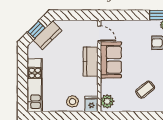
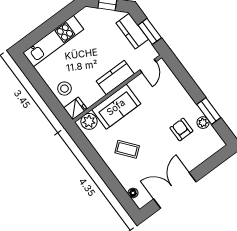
window: (77, 15) -> (150, 31), added
kitchen counter: (47, 35) -> (132, 31), moved, turned 45
sofa: (111, 60) -> (116, 107), moved

